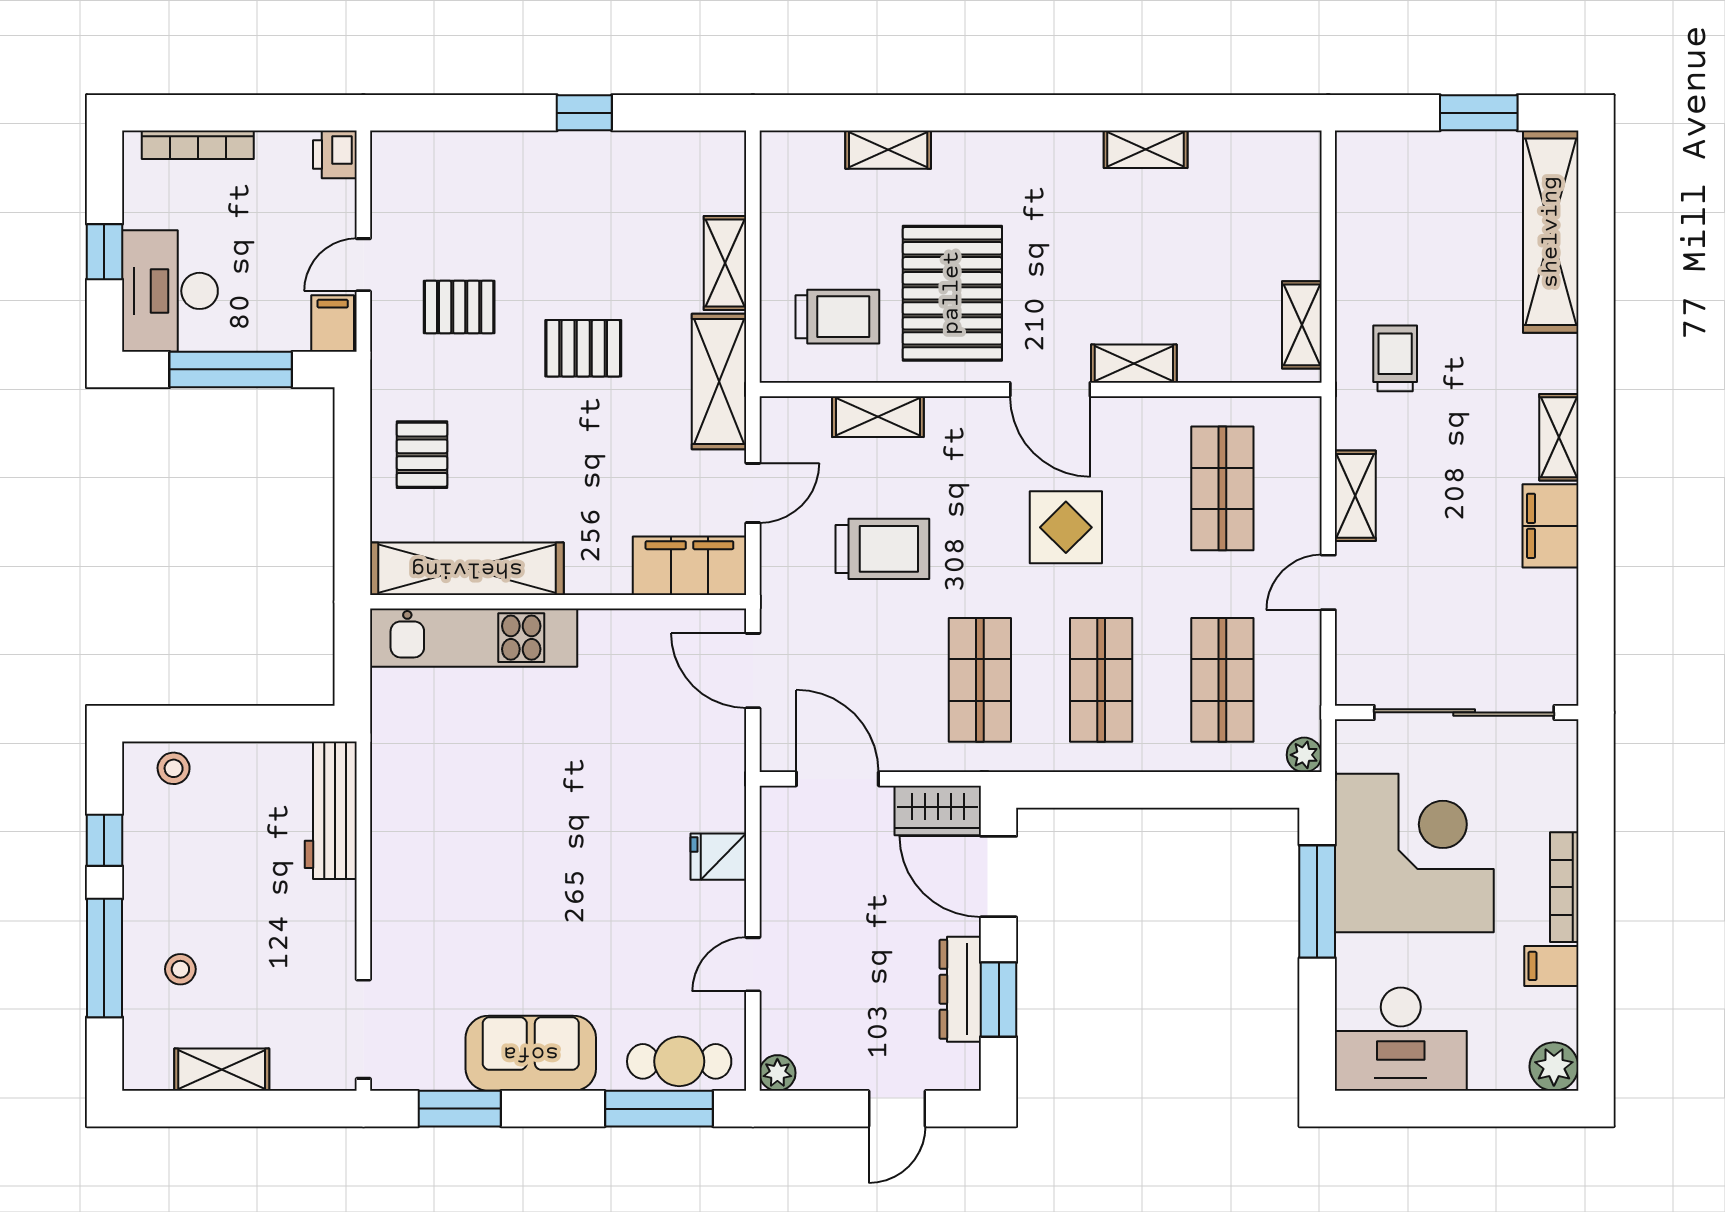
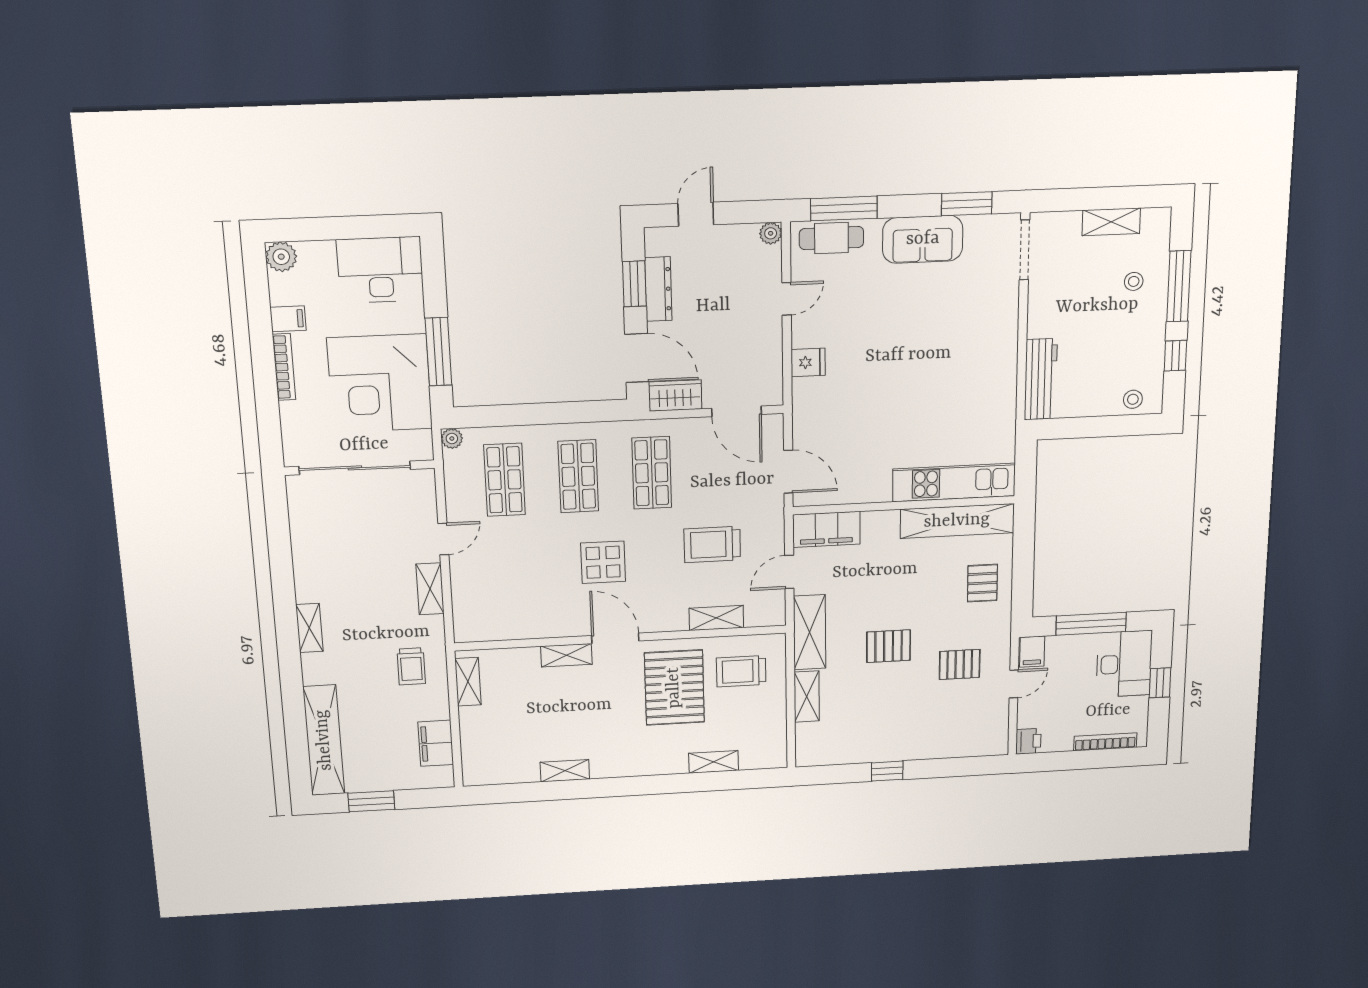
shop shelf: (1222, 488) -> (510, 589), removed
filing cabinet: (1551, 526) -> (436, 743), moved, turned 180

